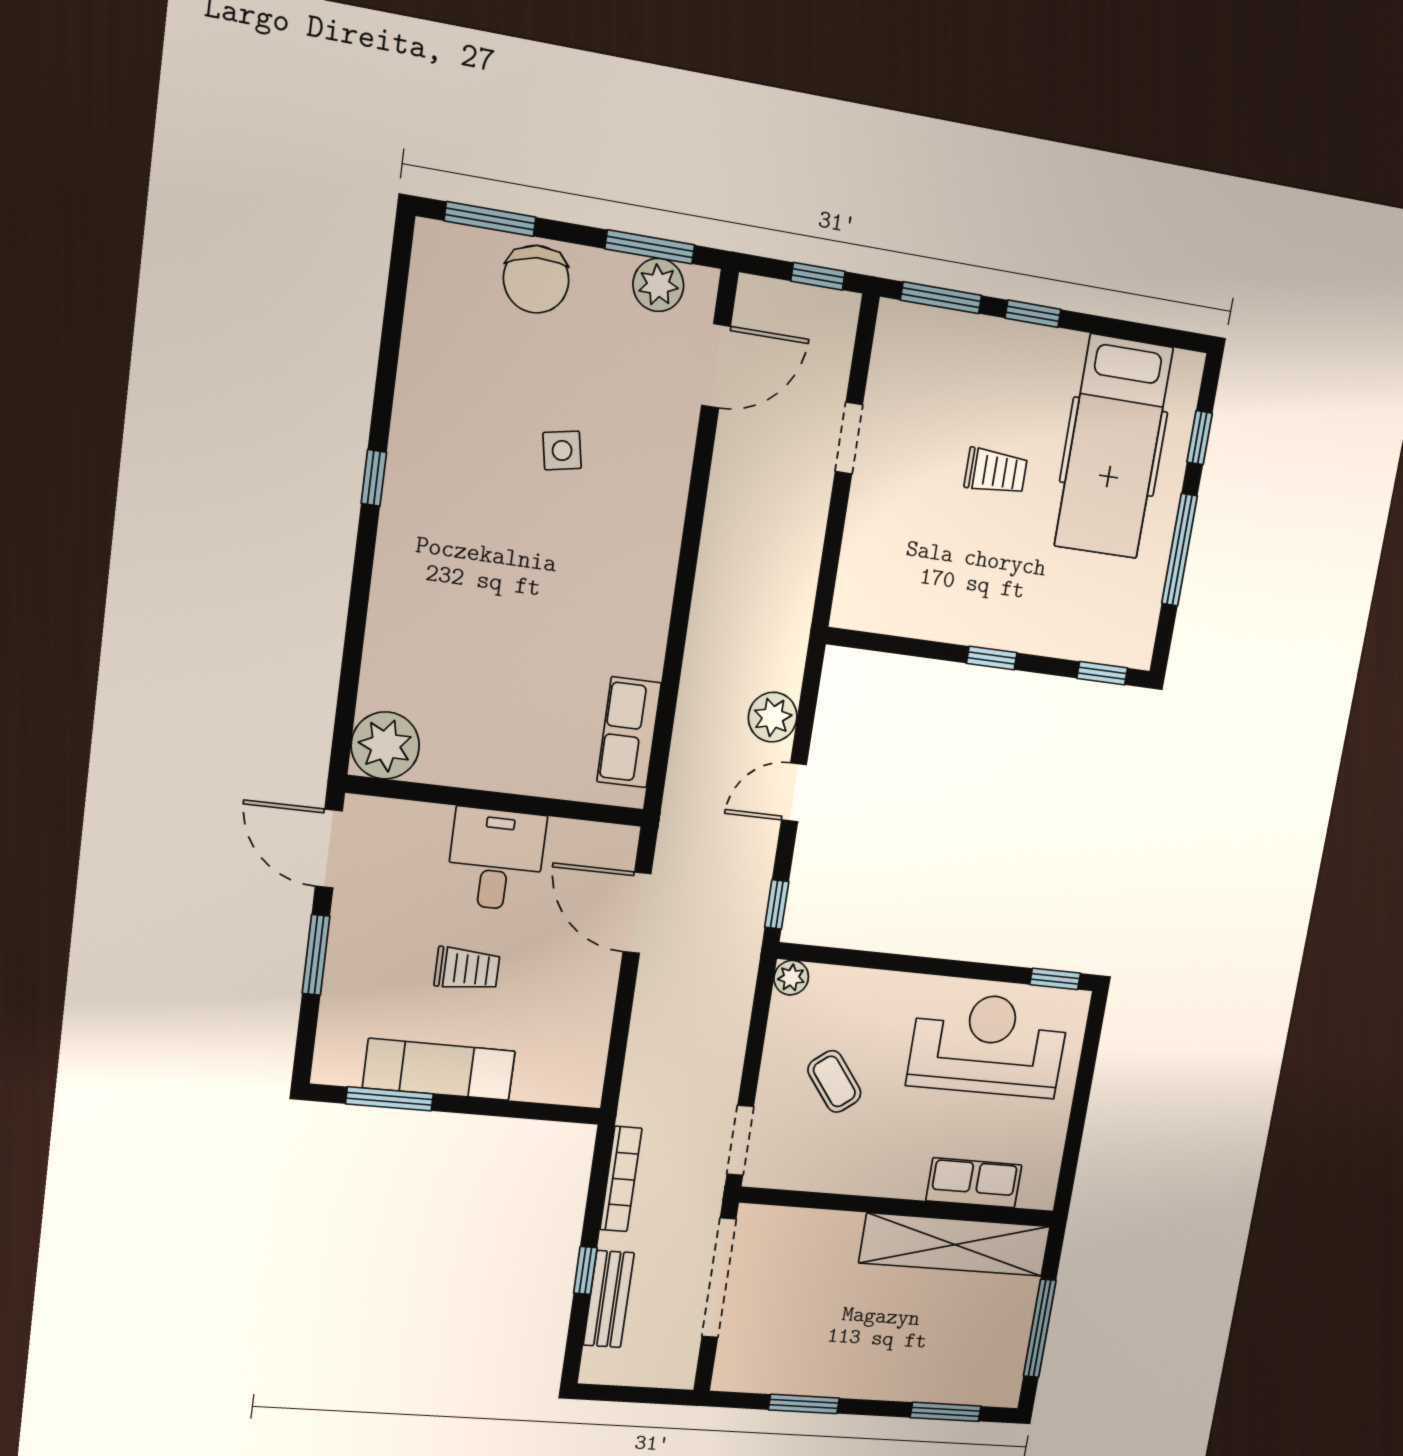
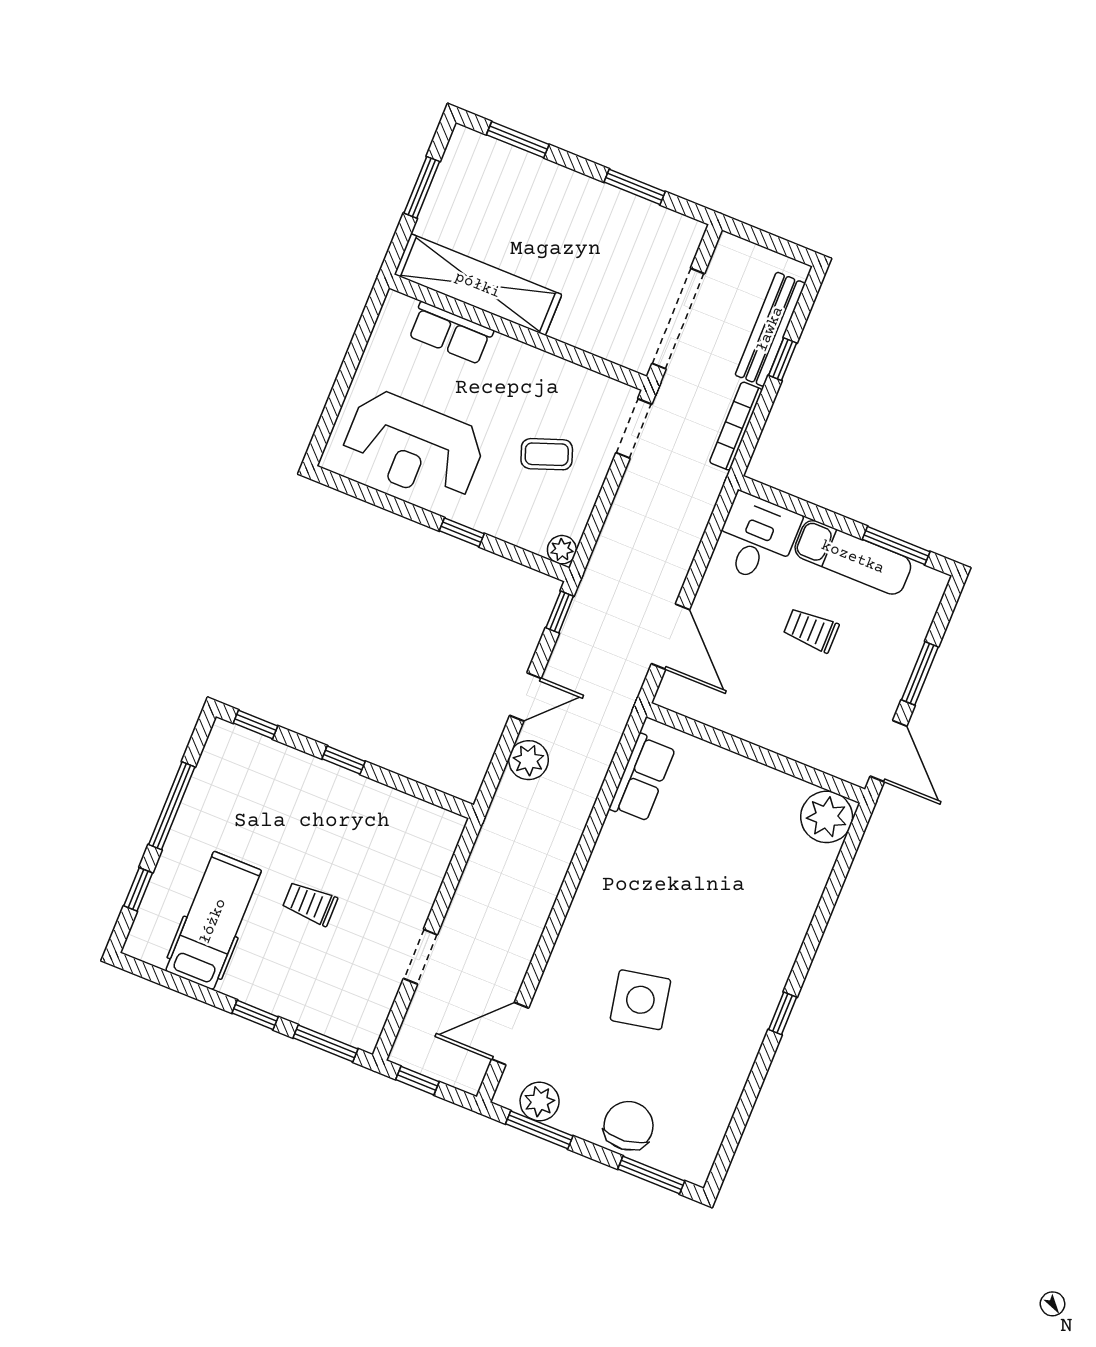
hospital bed: (1114, 447) -> (213, 921), width x0.73, depth x0.78
side table: (562, 450) -> (640, 1000), width x1.87, depth x1.87
desk: (496, 859) -> (756, 538), moved, turned 180
window: (1055, 979) -> (462, 532), moved
coffee table: (834, 1081) -> (547, 454), turned -72
bench: (609, 1299) -> (770, 329), width x1.36
window: (1040, 1328) -> (422, 187), width x0.69

